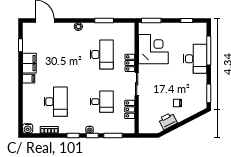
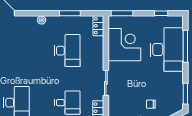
desk: (195, 59) -> (167, 50), width x1.36, depth x1.30
locker: (130, 63) -> (98, 26), moved

